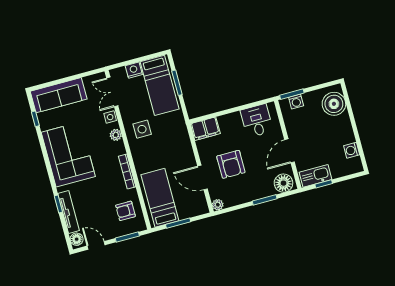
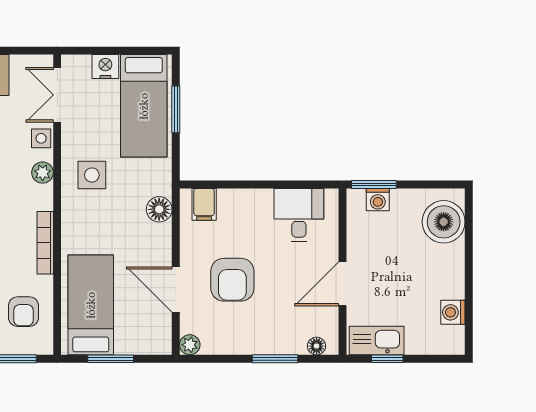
filing cabinet: (205, 129) -> (204, 204), width x0.50
floor lamp: (182, 138) -> (159, 209), added
floor lamp: (283, 183) -> (317, 346), width x0.53, depth x0.53
armchair: (125, 211) -> (24, 312), turned -90

